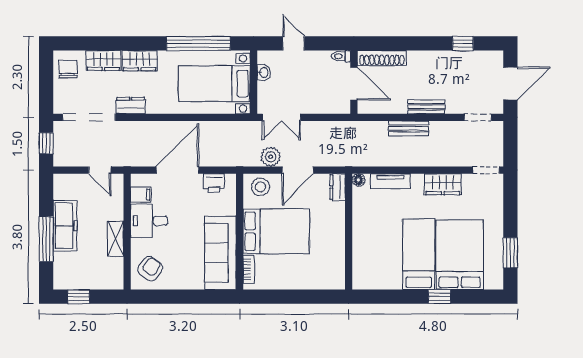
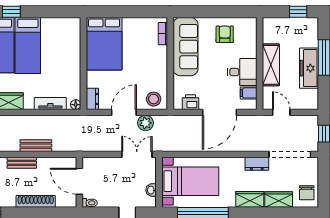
shoe rack: (382, 58) -> (36, 201), moved
bed: (276, 231) -> (104, 44), moved, turned -90
shelving: (116, 239) -> (271, 65), width x1.50, depth x1.33
armchair: (150, 269) -> (225, 34), moved, turned 145

